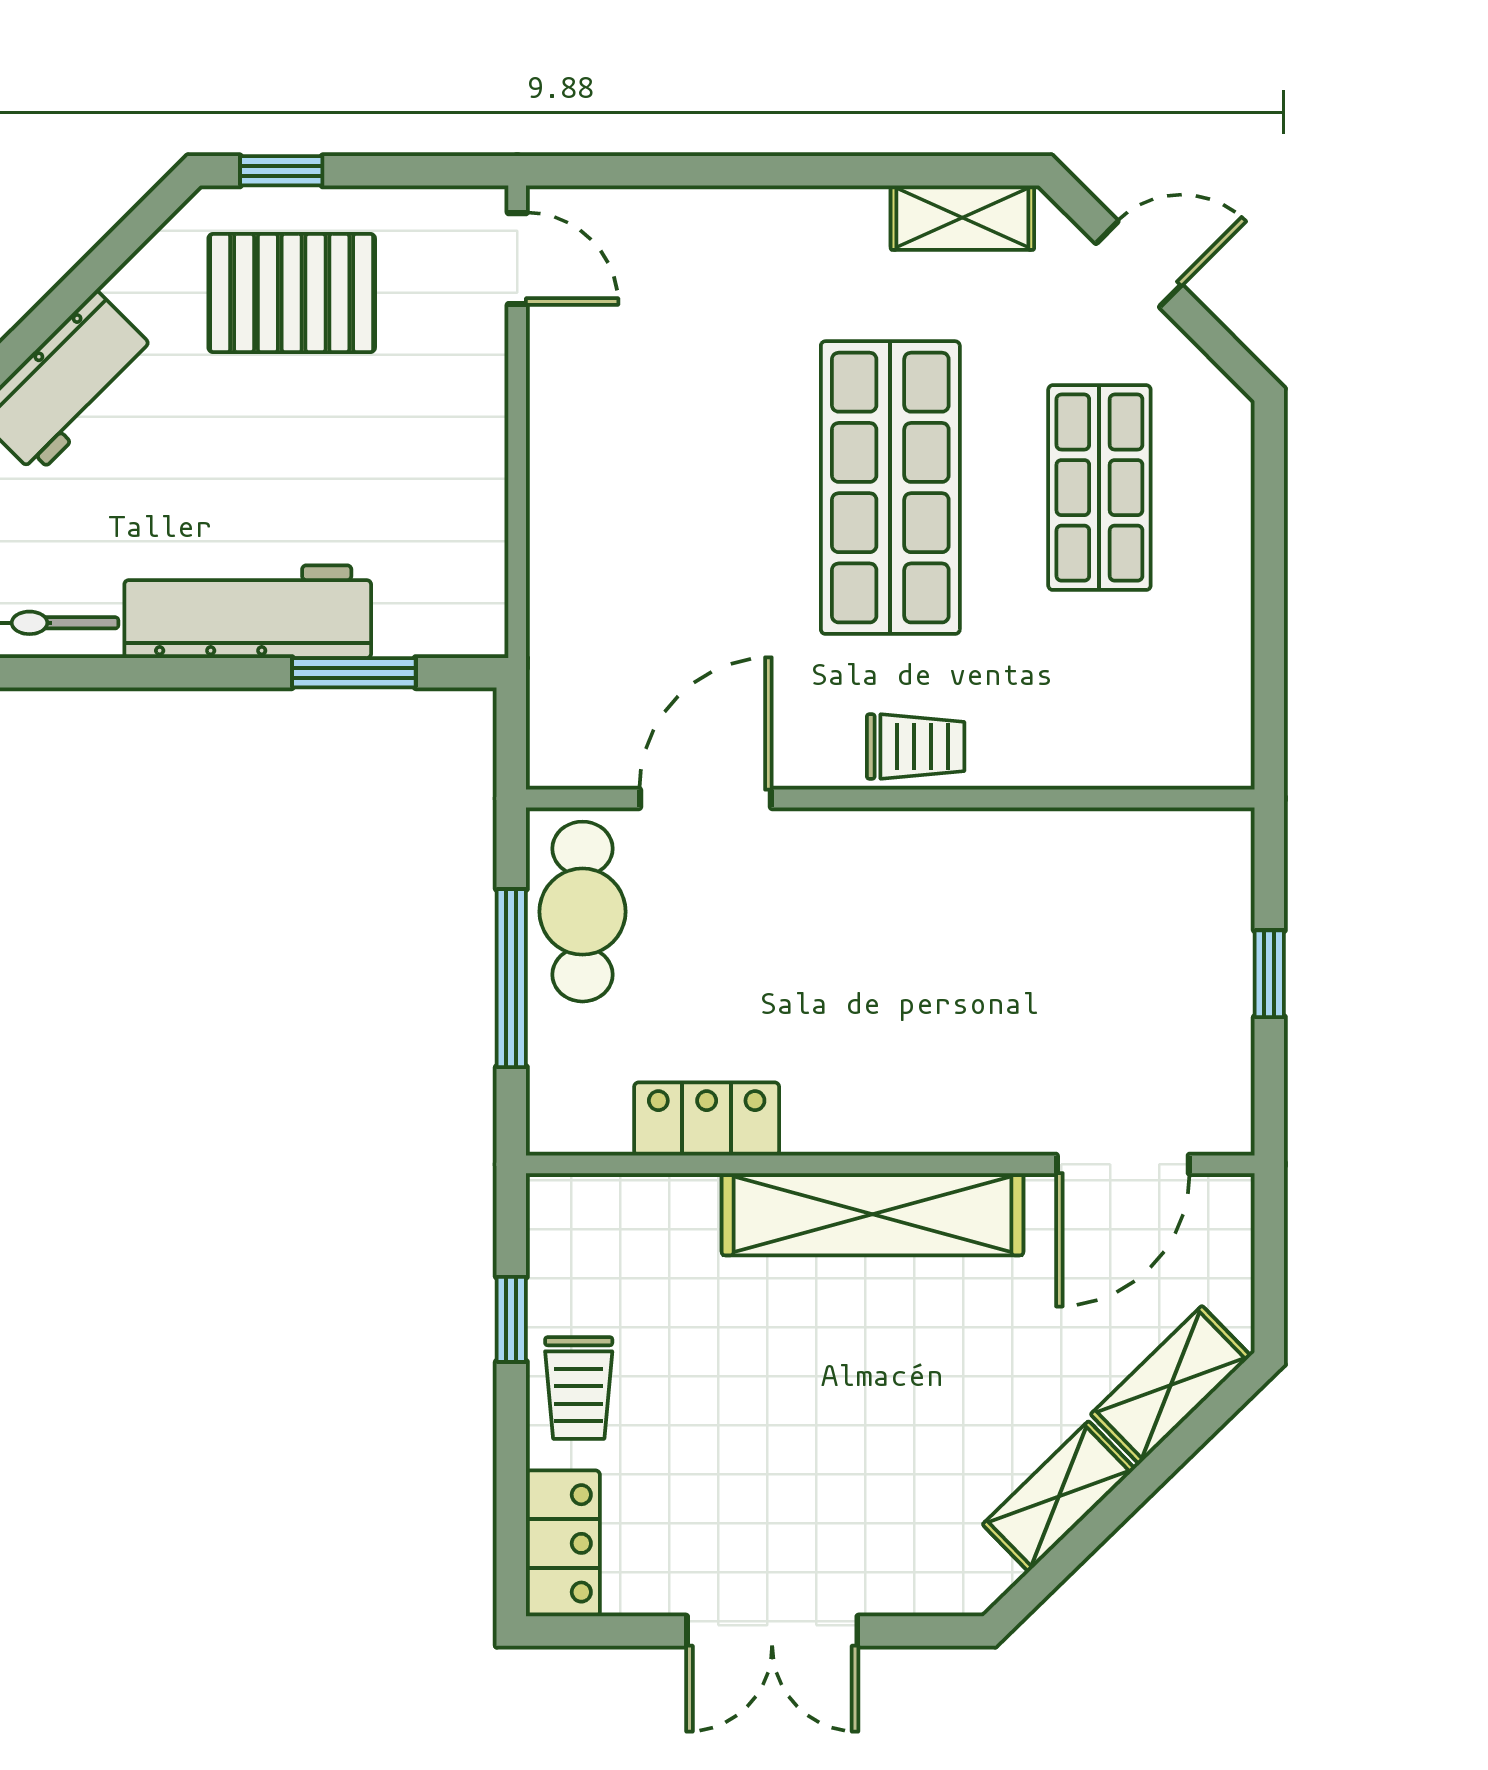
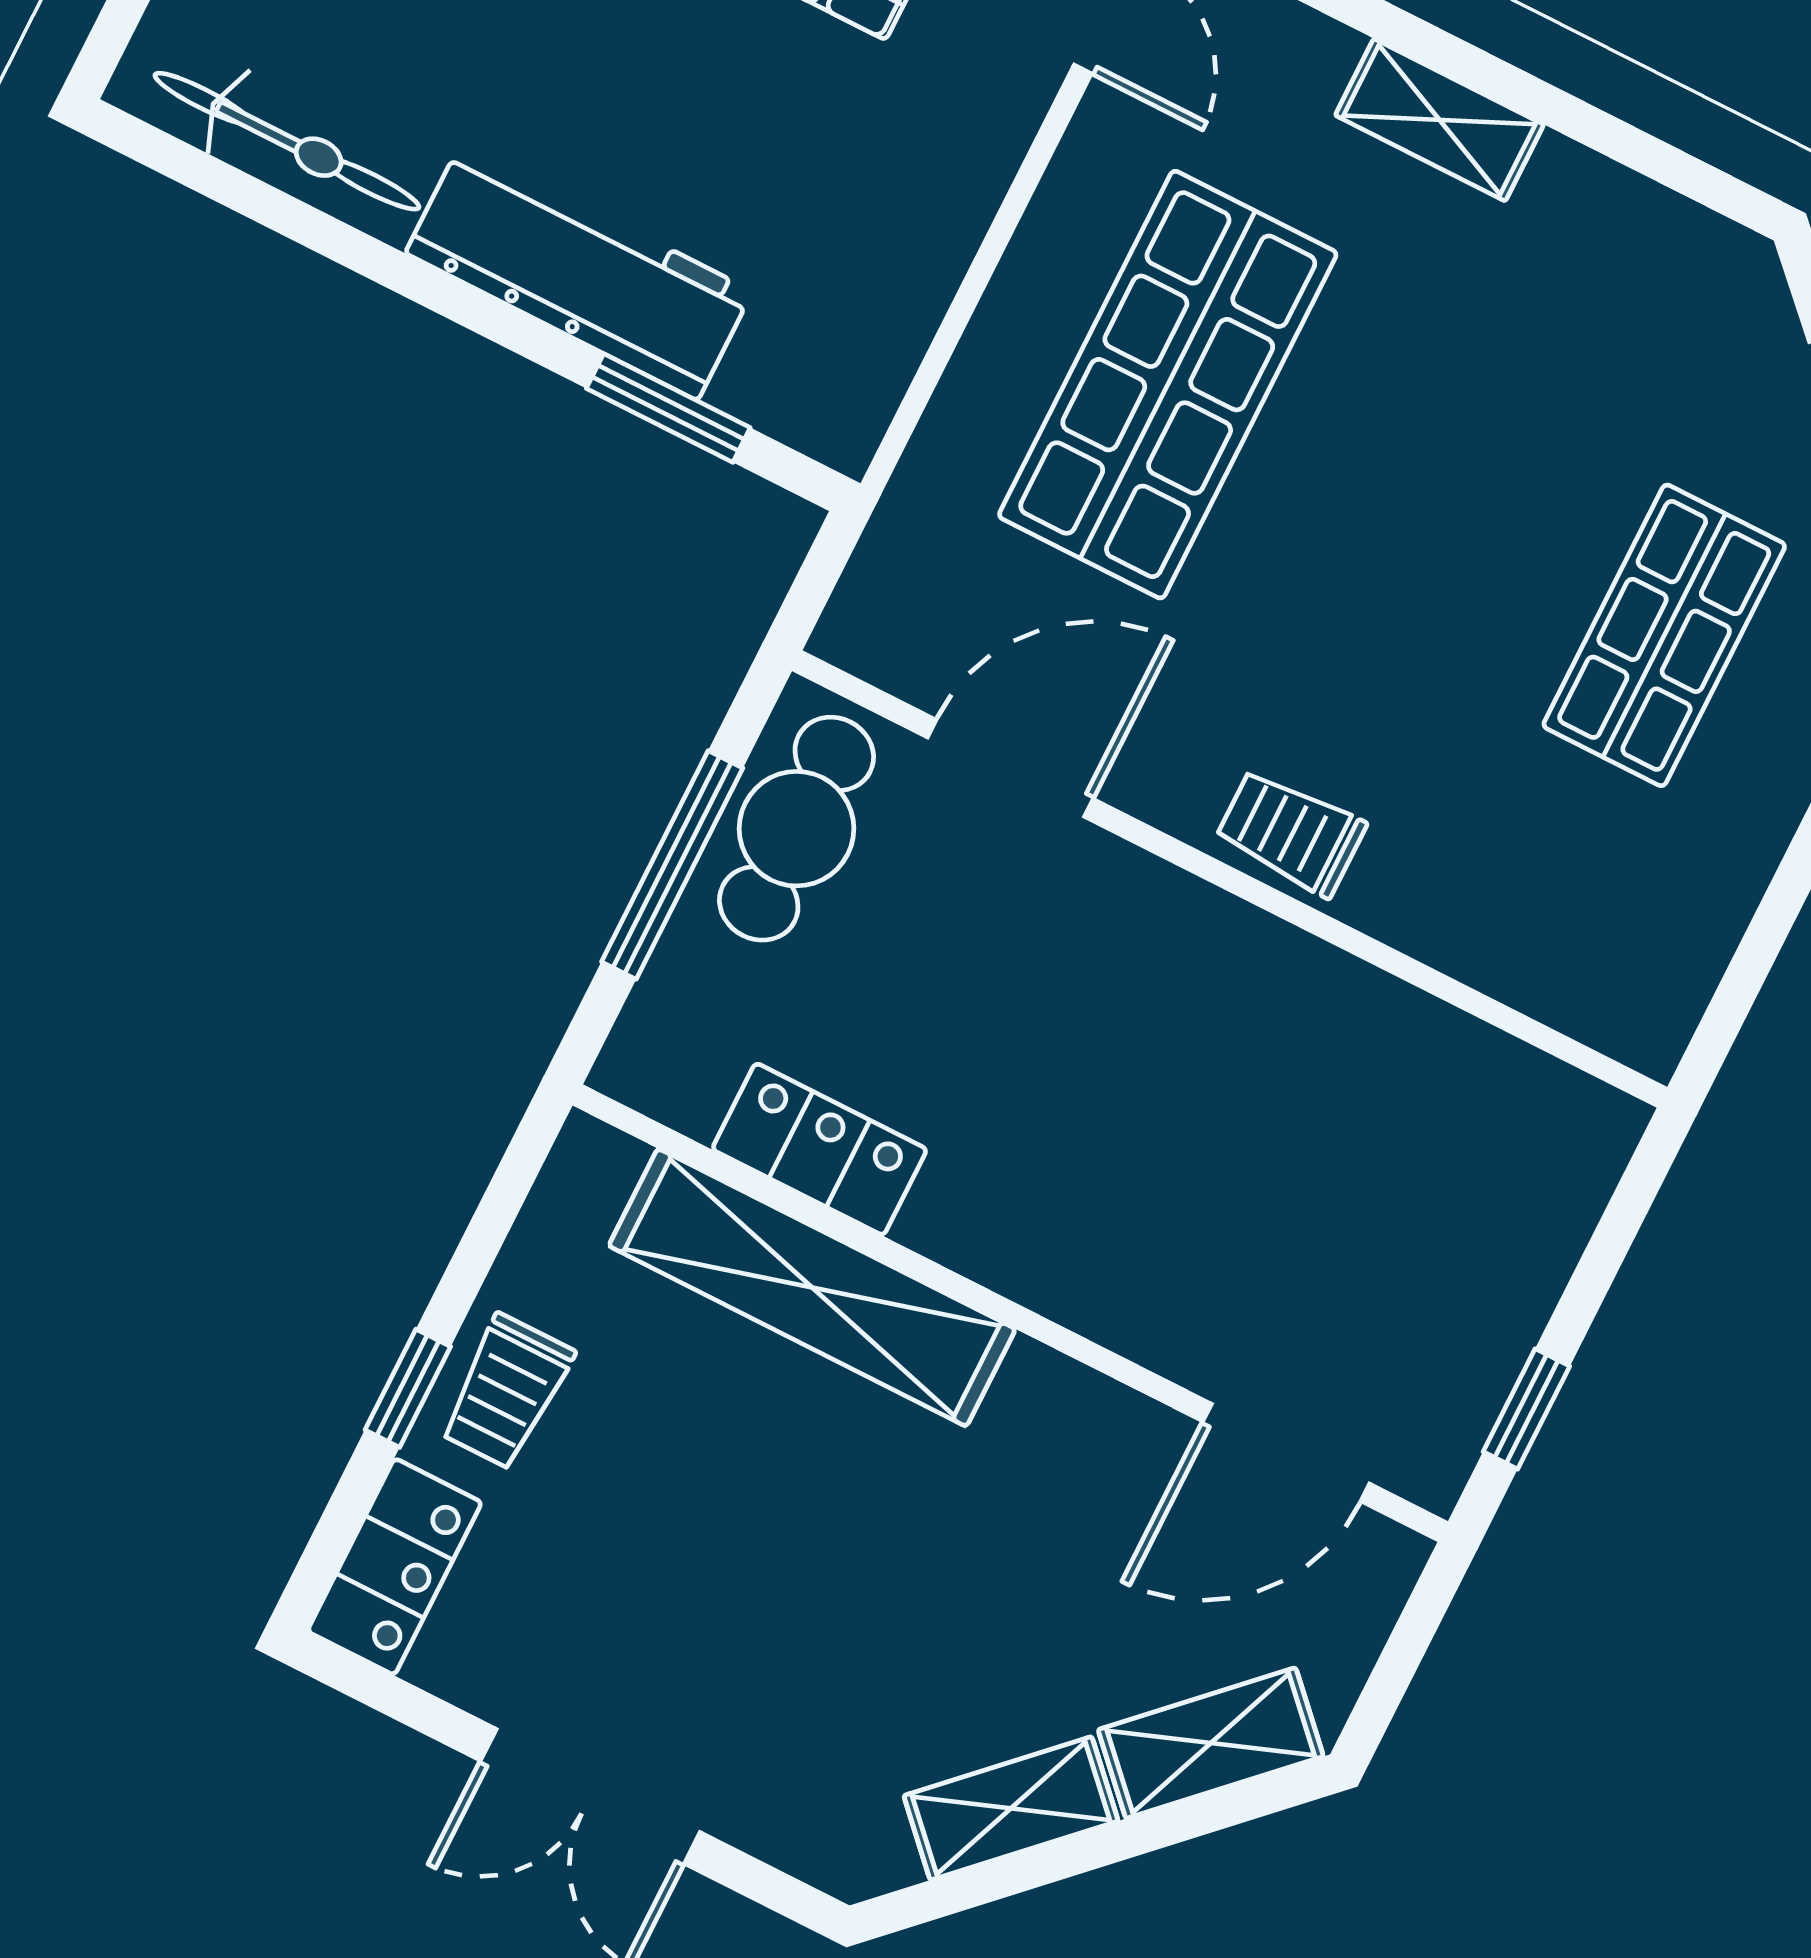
shelving: (962, 218) -> (1439, 120), moved
shop shelf: (890, 488) -> (1168, 385), moved
trolley: (916, 746) -> (1291, 832), turned 180
window: (1269, 974) -> (1526, 1409), moved
shelving: (873, 1214) -> (812, 1287), moved
window: (511, 1319) -> (408, 1388), moved

